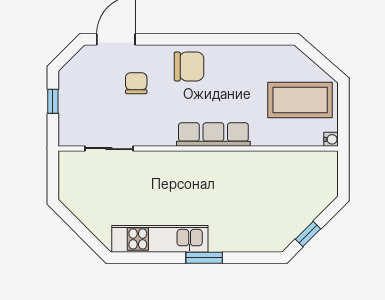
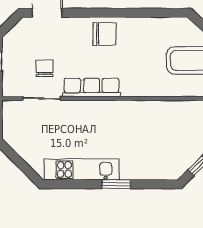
chair: (136, 83) -> (44, 68), moved
row of seats: (213, 135) -> (91, 88), moved

